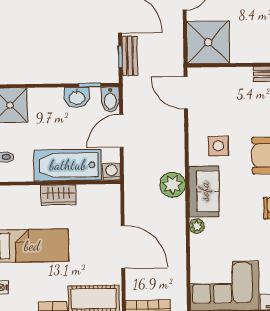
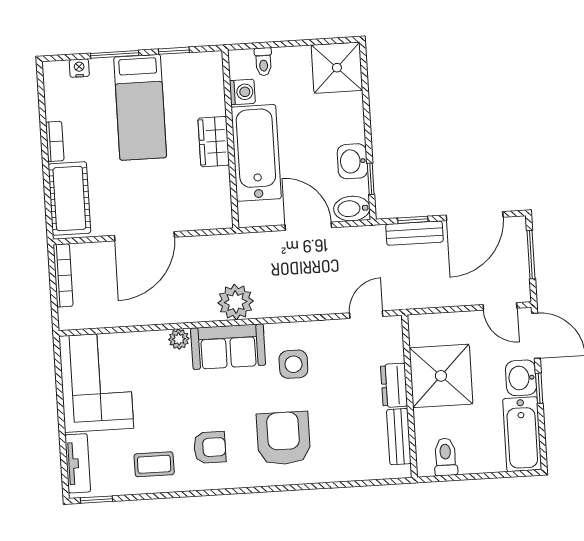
shower: (208, 42) -> (441, 376), moved
dresser: (237, 75) -> (394, 385), added
door: (186, 93) -> (366, 315), width x0.73
washing machine: (111, 172) -> (242, 92), moved

